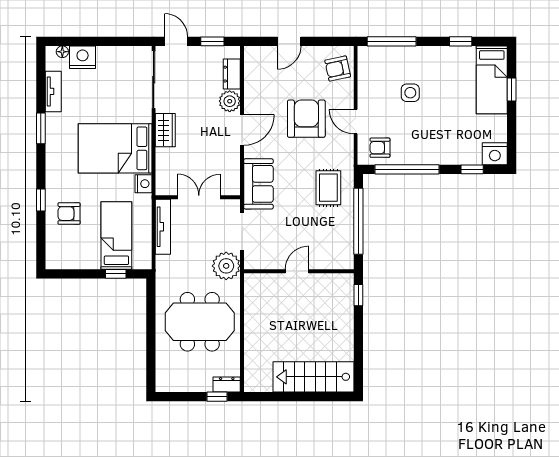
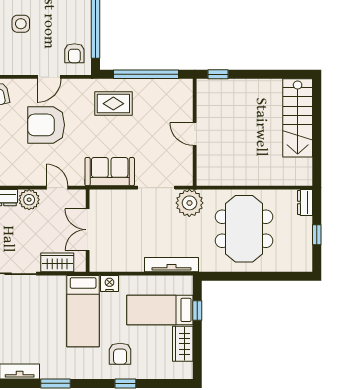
door: (242, 130) -> (57, 188), width x0.73
bed: (115, 148) -> (83, 311), width x0.67
wall: (198, 197) -> (88, 231), moved
double door: (199, 197) -> (88, 230), moved
armchair: (69, 214) -> (120, 354), moved
tv unit: (163, 227) -> (172, 265), moved
wardrobe: (82, 259) -> (183, 344), added
window: (217, 397) -> (317, 235), moved

